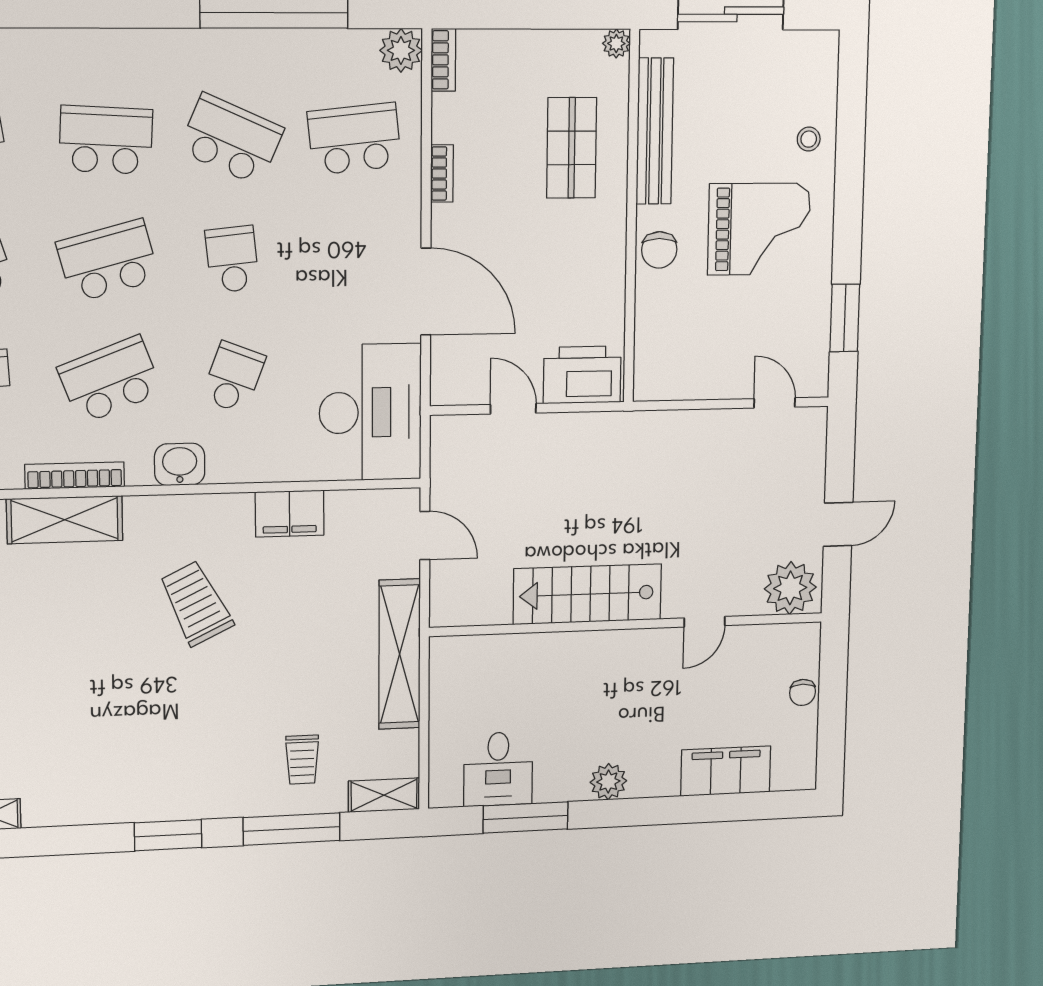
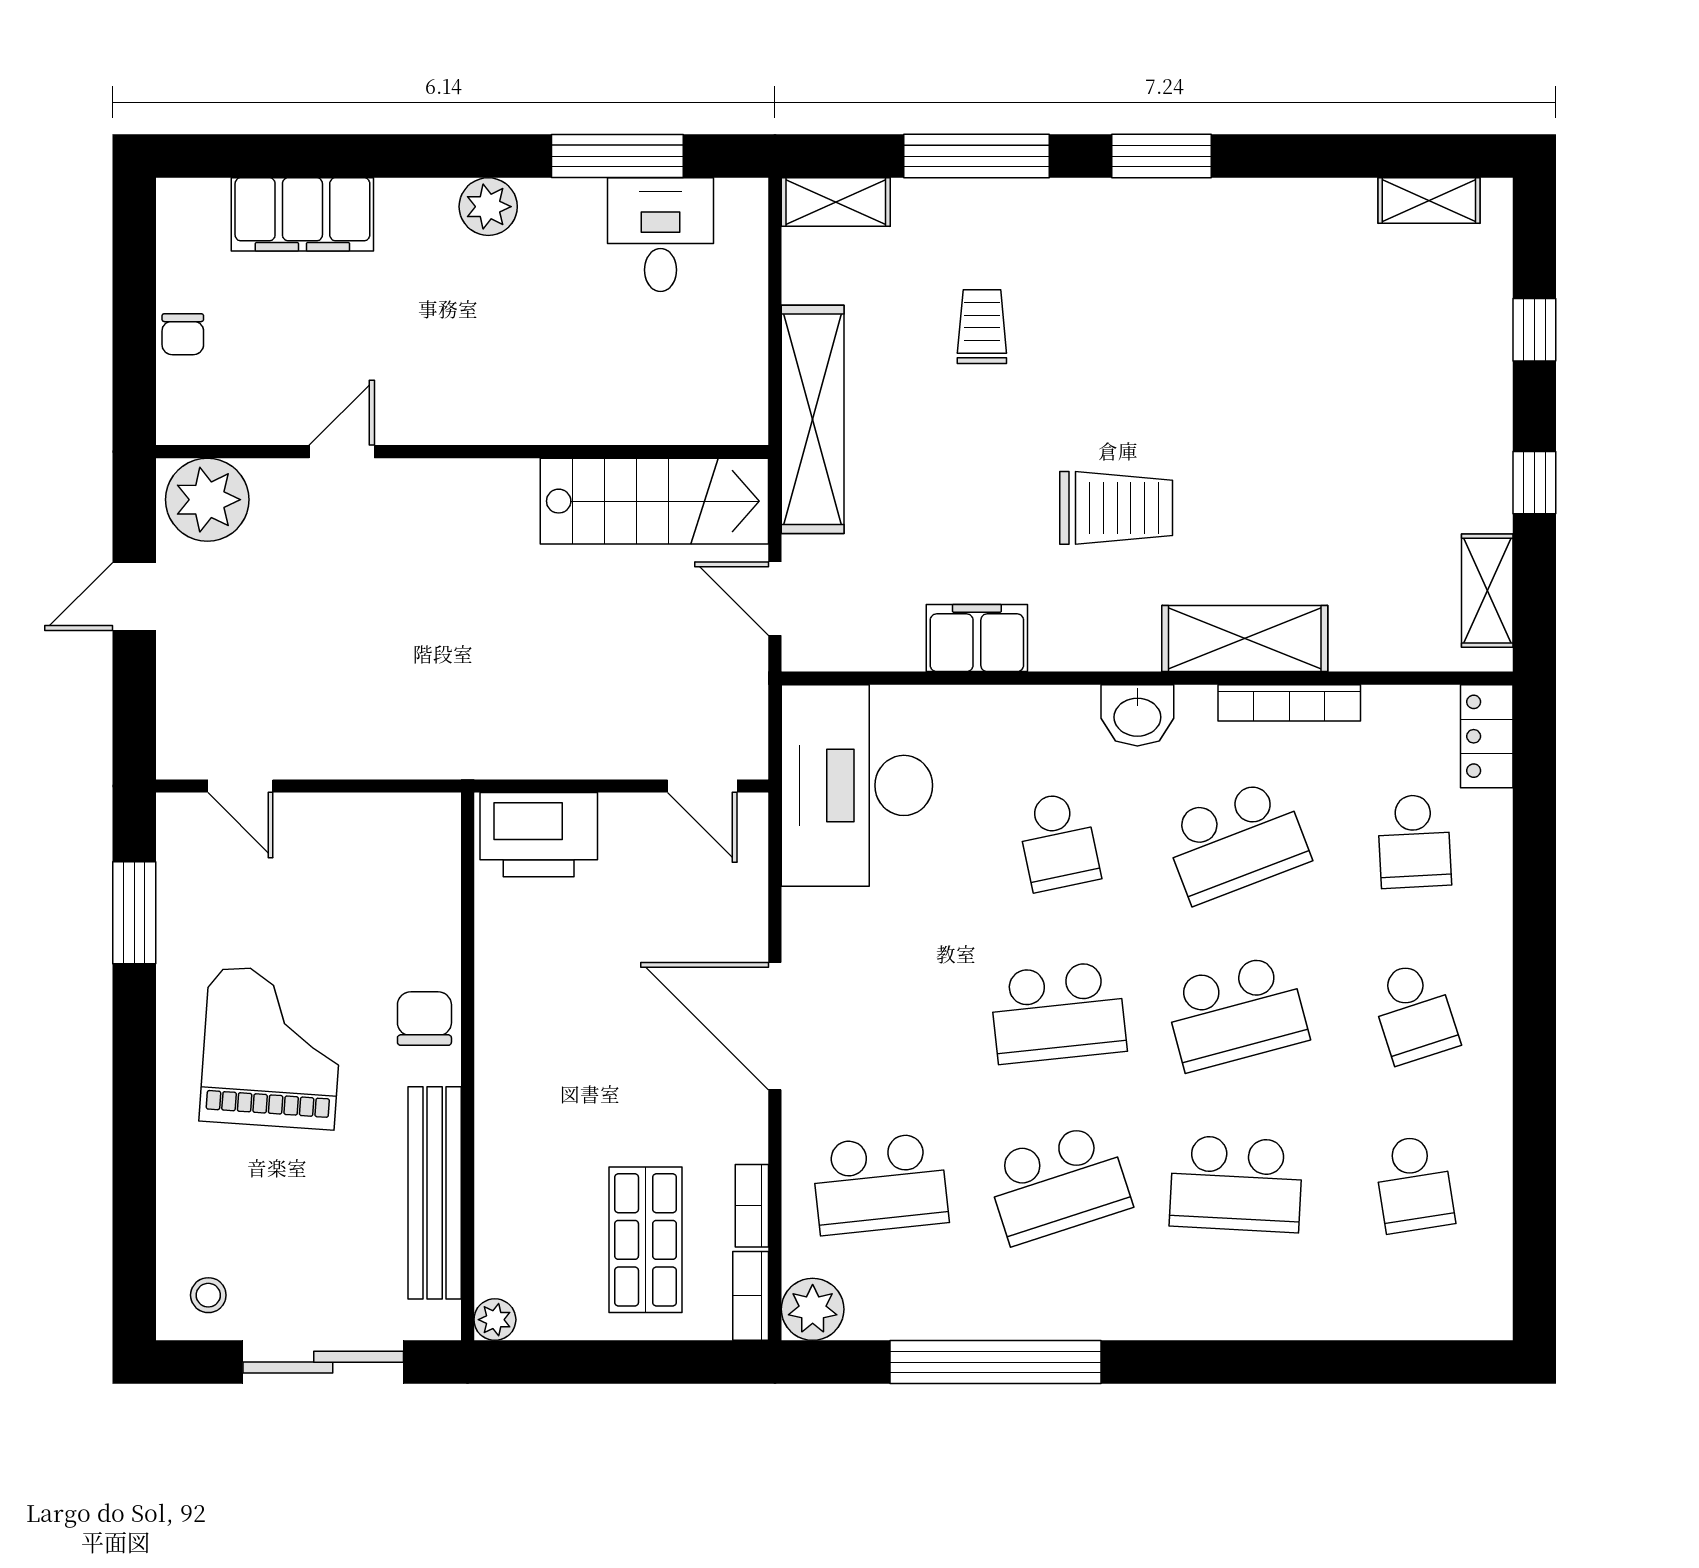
school desk: (231, 139) -> (1058, 1184), turned -42
stool: (809, 139) -> (208, 1295), moved
shop shelf: (572, 148) -> (646, 1240), moved
bookcase: (442, 173) -> (752, 1206), moved
grand piano: (759, 229) -> (272, 1048), turned 94
school desk: (232, 259) -> (1058, 1013), width x1.85
door: (426, 292) -> (775, 1026), moved
school desk: (233, 377) -> (1058, 841), turned -33
door: (513, 409) -> (702, 786), moved
shelving: (65, 520) -> (1245, 638), moved
stairs: (587, 594) -> (654, 501), moved
trolley: (196, 603) -> (1116, 508), turned -64
chair: (803, 692) -> (183, 334), turned 180
trolley: (302, 760) -> (982, 327), moved

